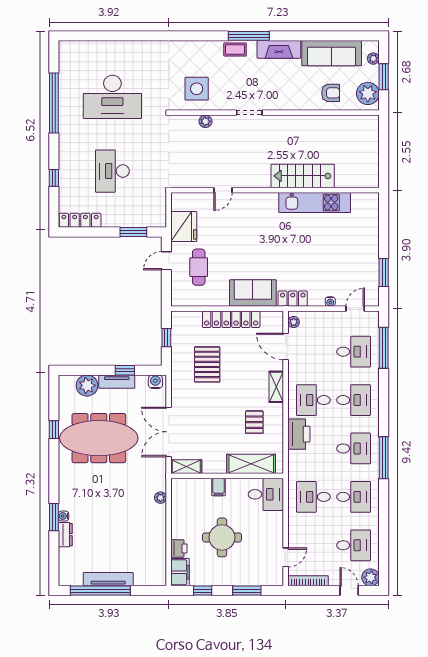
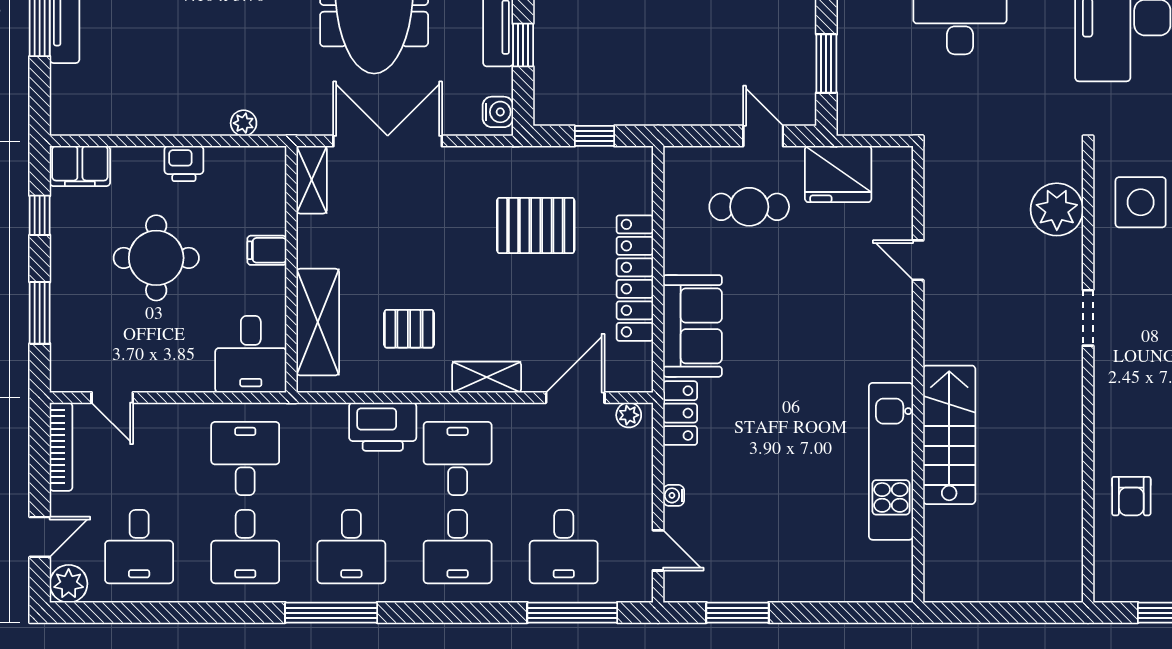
plant: (368, 93) -> (1130, 578), removed
plant: (205, 121) -> (1057, 209), width x1.87, depth x1.87
printer: (179, 548) -> (184, 164), moved

